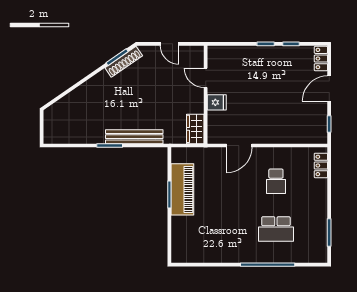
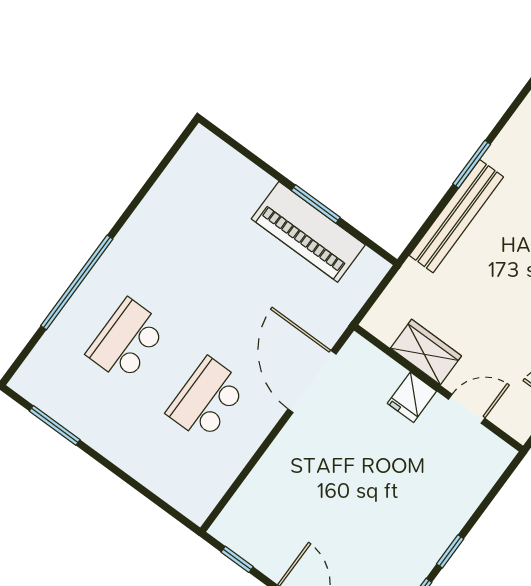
wardrobe: (195, 129) -> (426, 352), moved
door: (239, 146) -> (312, 381), width x1.36
locker: (321, 165) -> (178, 494), removed
school desk: (276, 181) -> (207, 399), width x1.85

